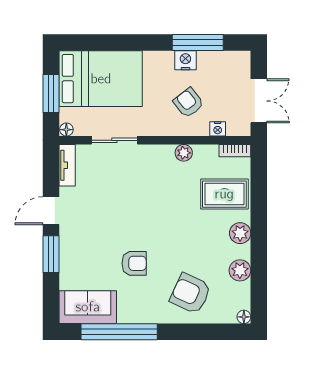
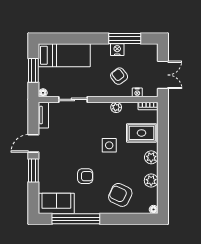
bed: (101, 79) -> (64, 55), width x0.67
side table: (173, 214) -> (109, 145), added

